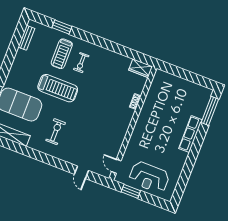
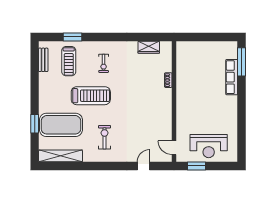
treadmill: (62, 54) -> (69, 61), moved
wardrobe: (141, 68) -> (149, 47), moved
row of seats: (190, 134) -> (232, 77), moved
door: (81, 172) -> (143, 166), swing flipped

